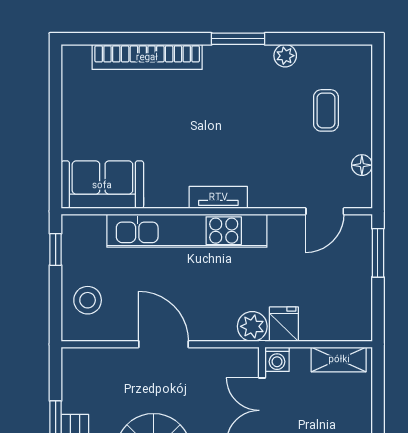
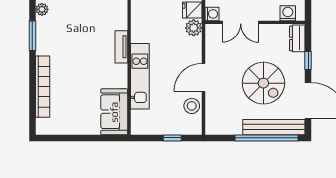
kitchen unit: (187, 231) -> (140, 76), width x0.73
window: (56, 249) -> (172, 138), moved
stool: (88, 300) -> (192, 106), moved

